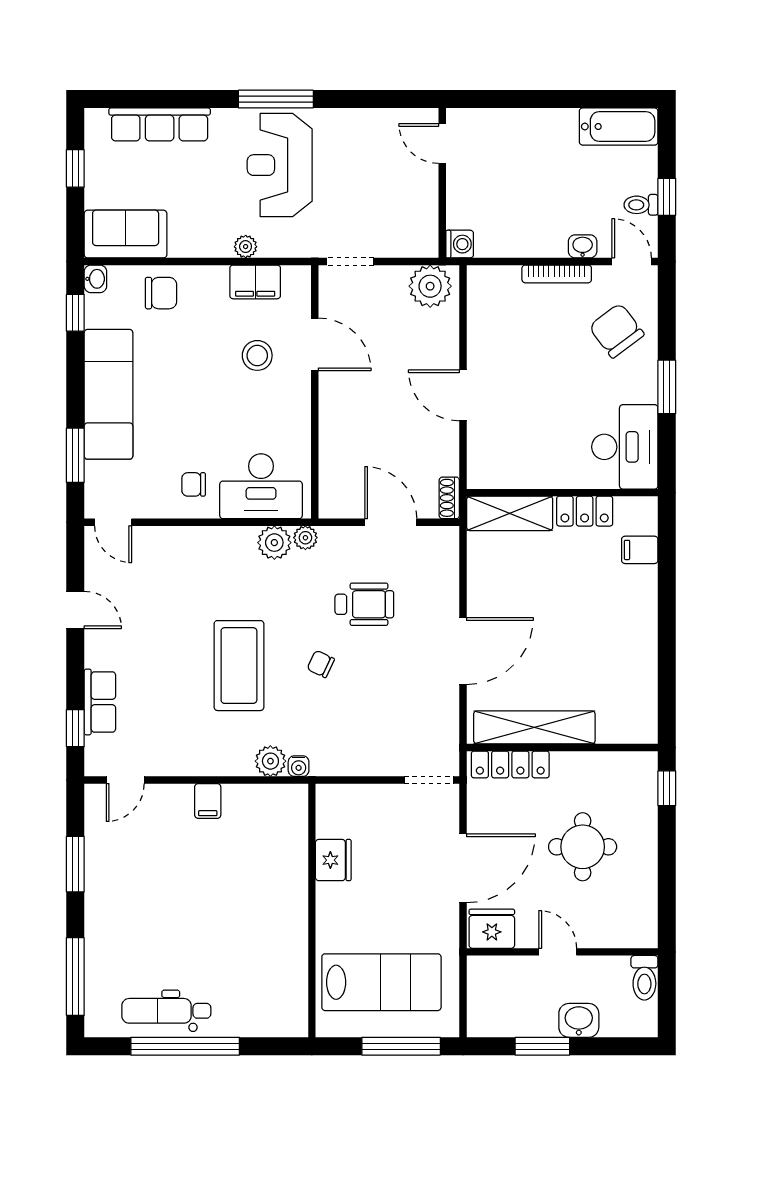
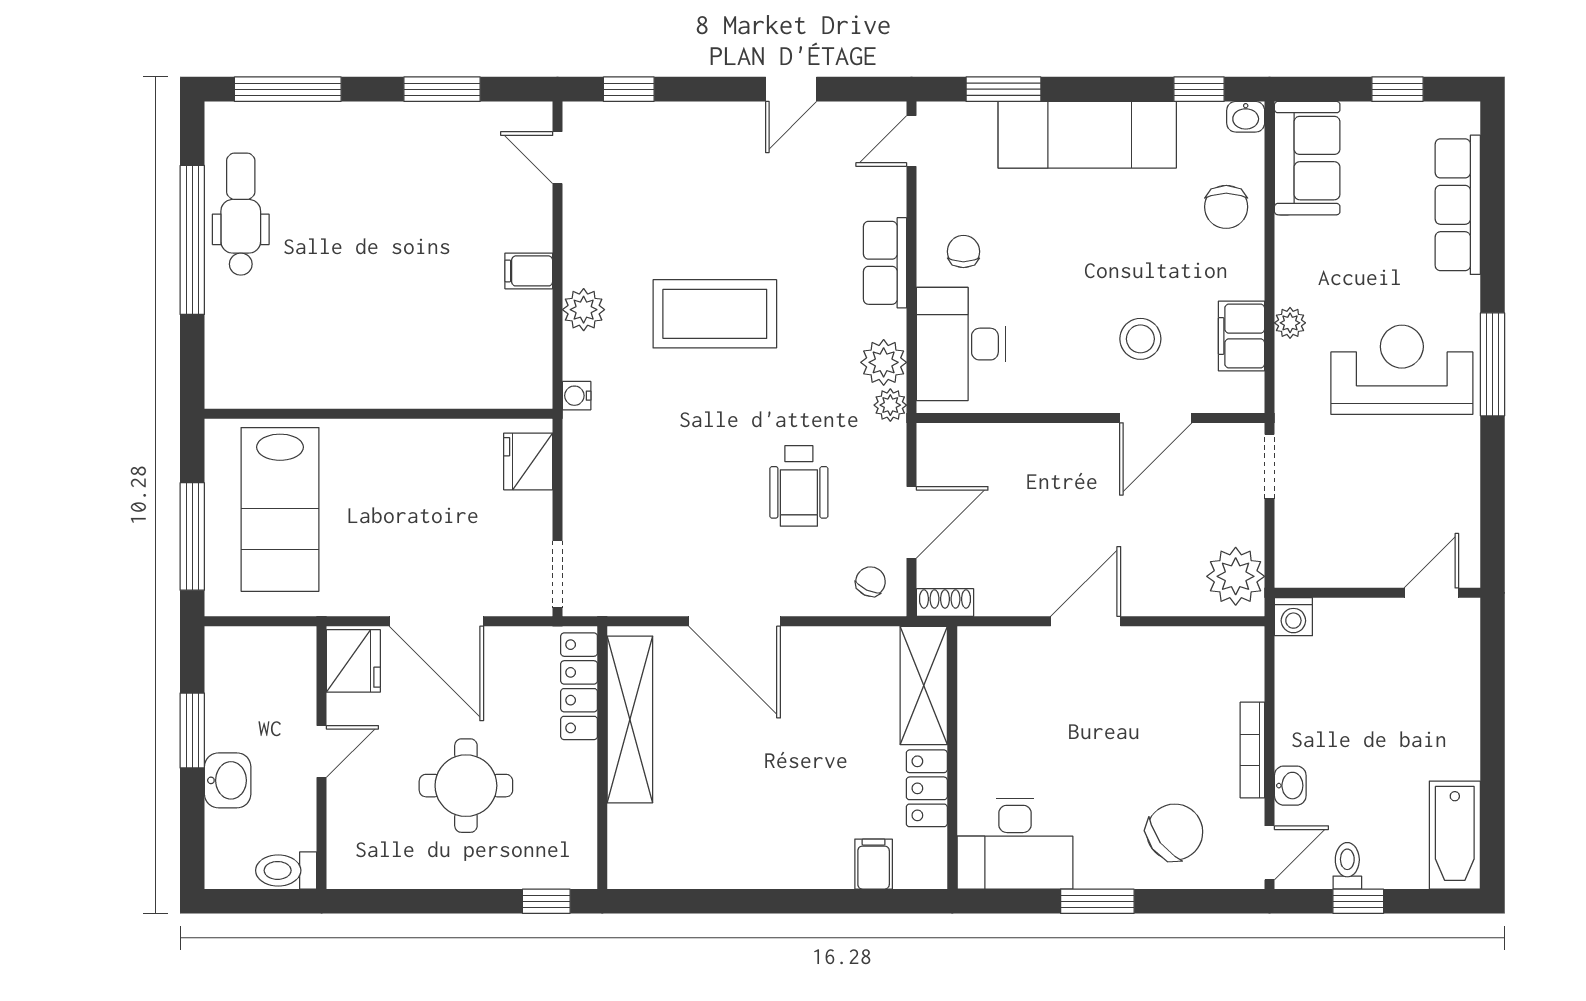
chair: (321, 664) -> (871, 582), moved
row of seats: (100, 702) -> (885, 263), moved, turned 90
plant: (270, 761) -> (584, 310), moved
fridge: (333, 860) -> (528, 461), moved, turned 90

